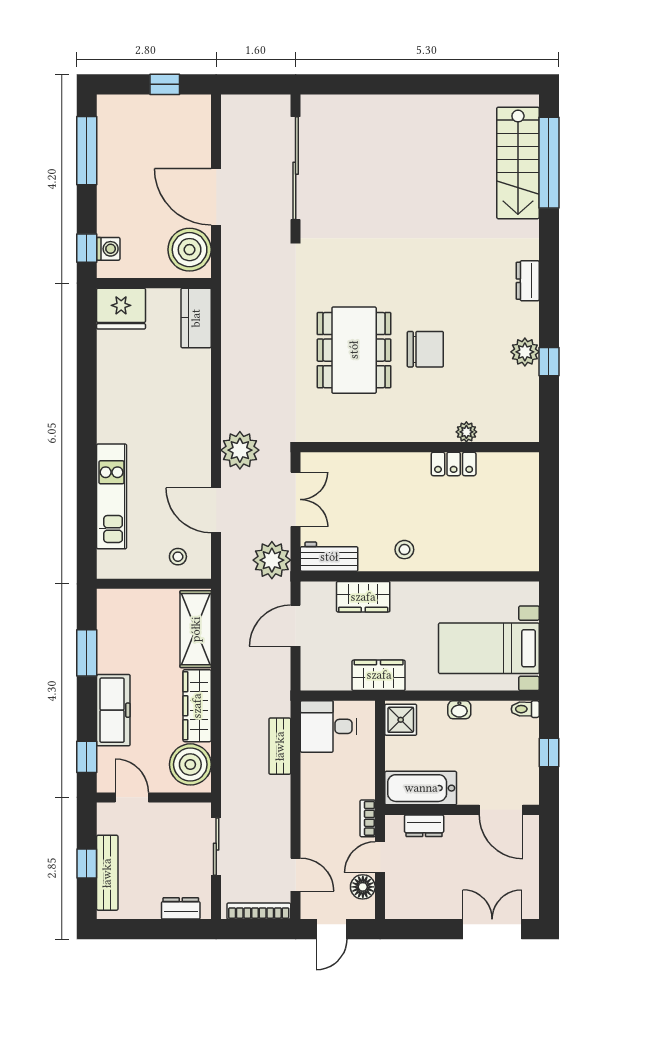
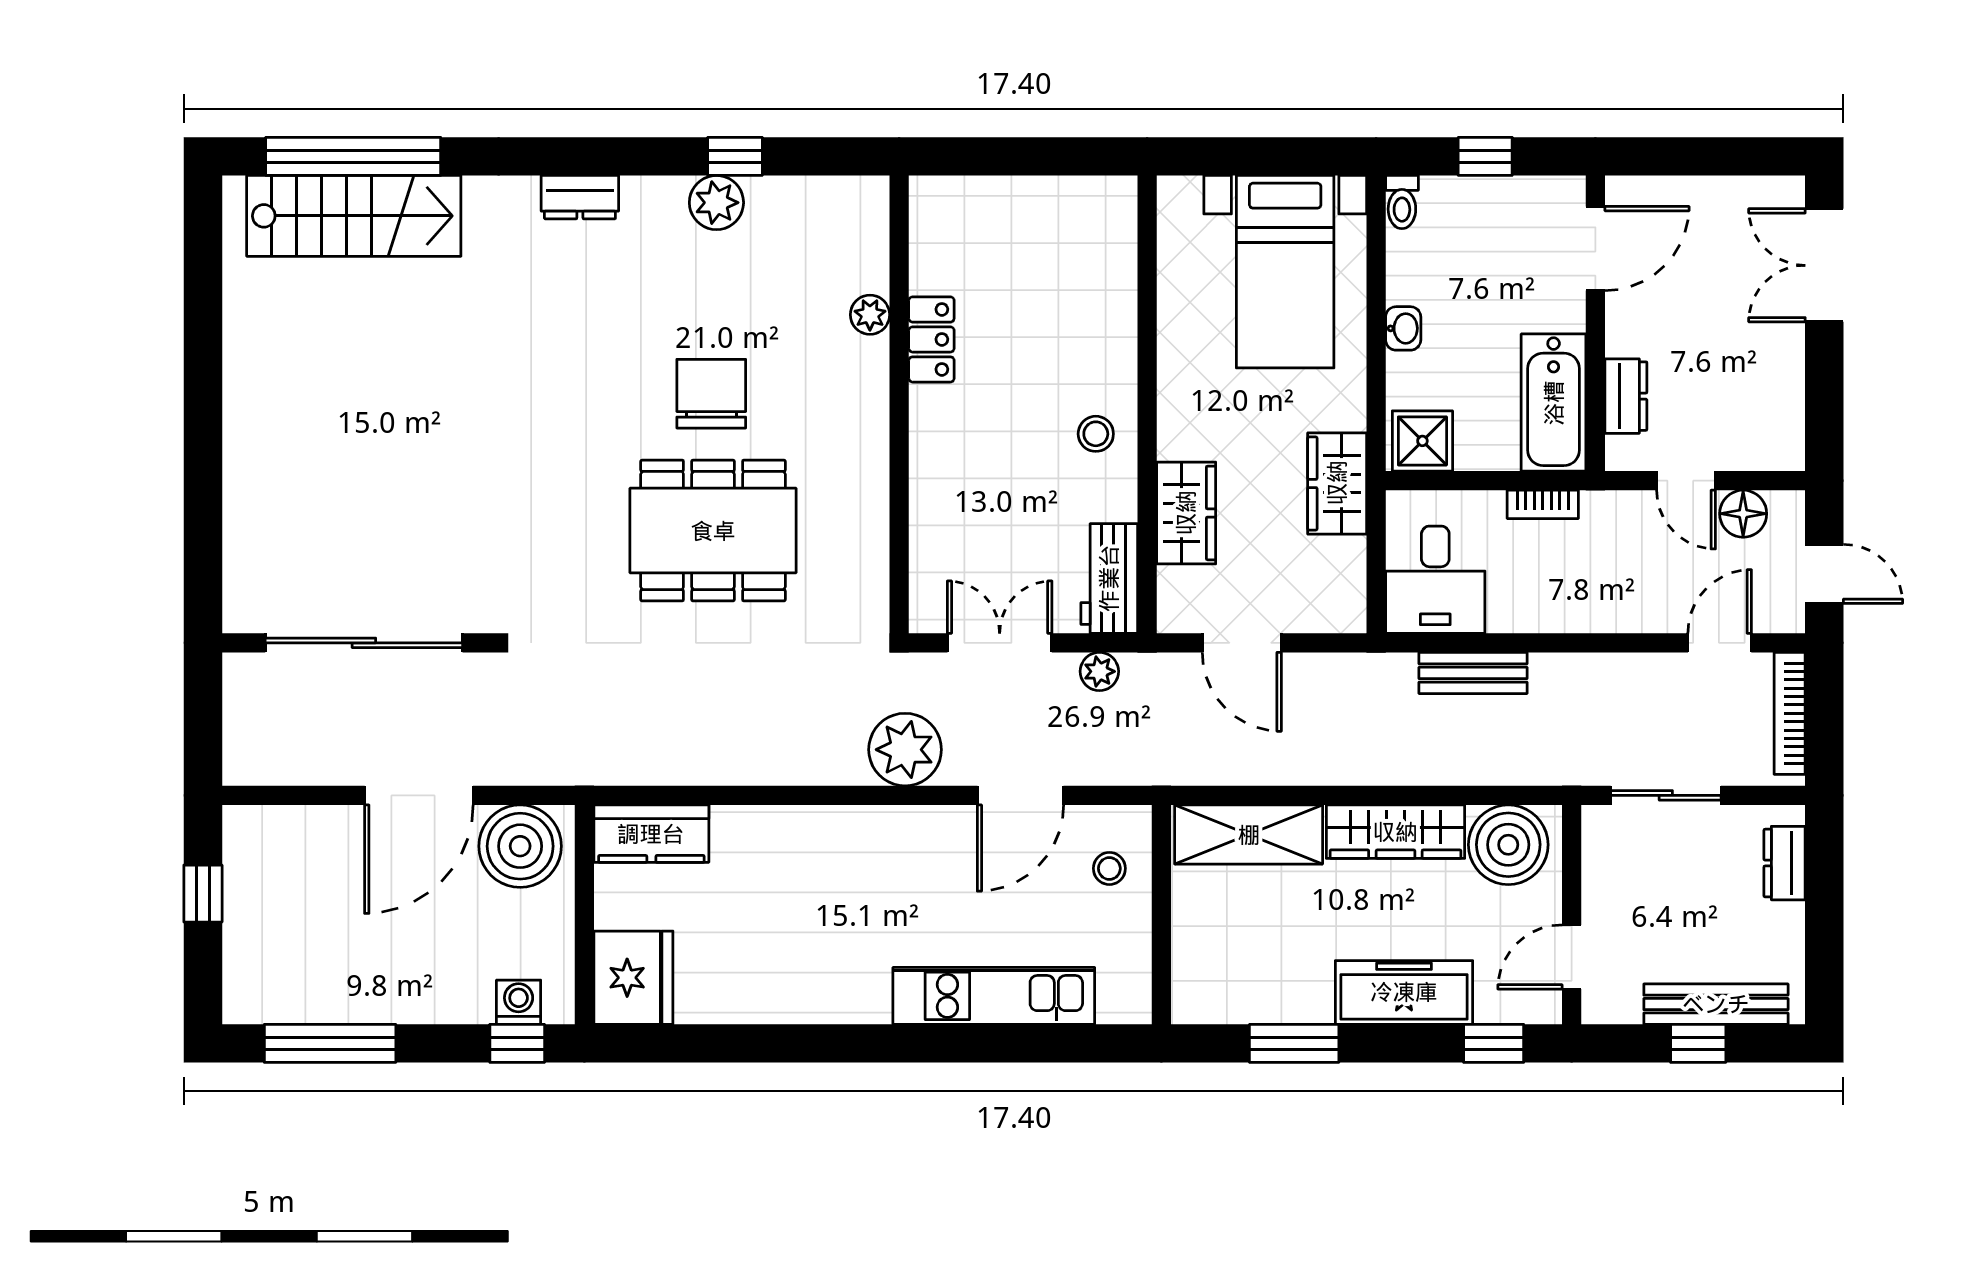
plant: (272, 560) -> (1099, 671), width x0.53, depth x0.53
bookcase: (368, 818) -> (1543, 504), moved

